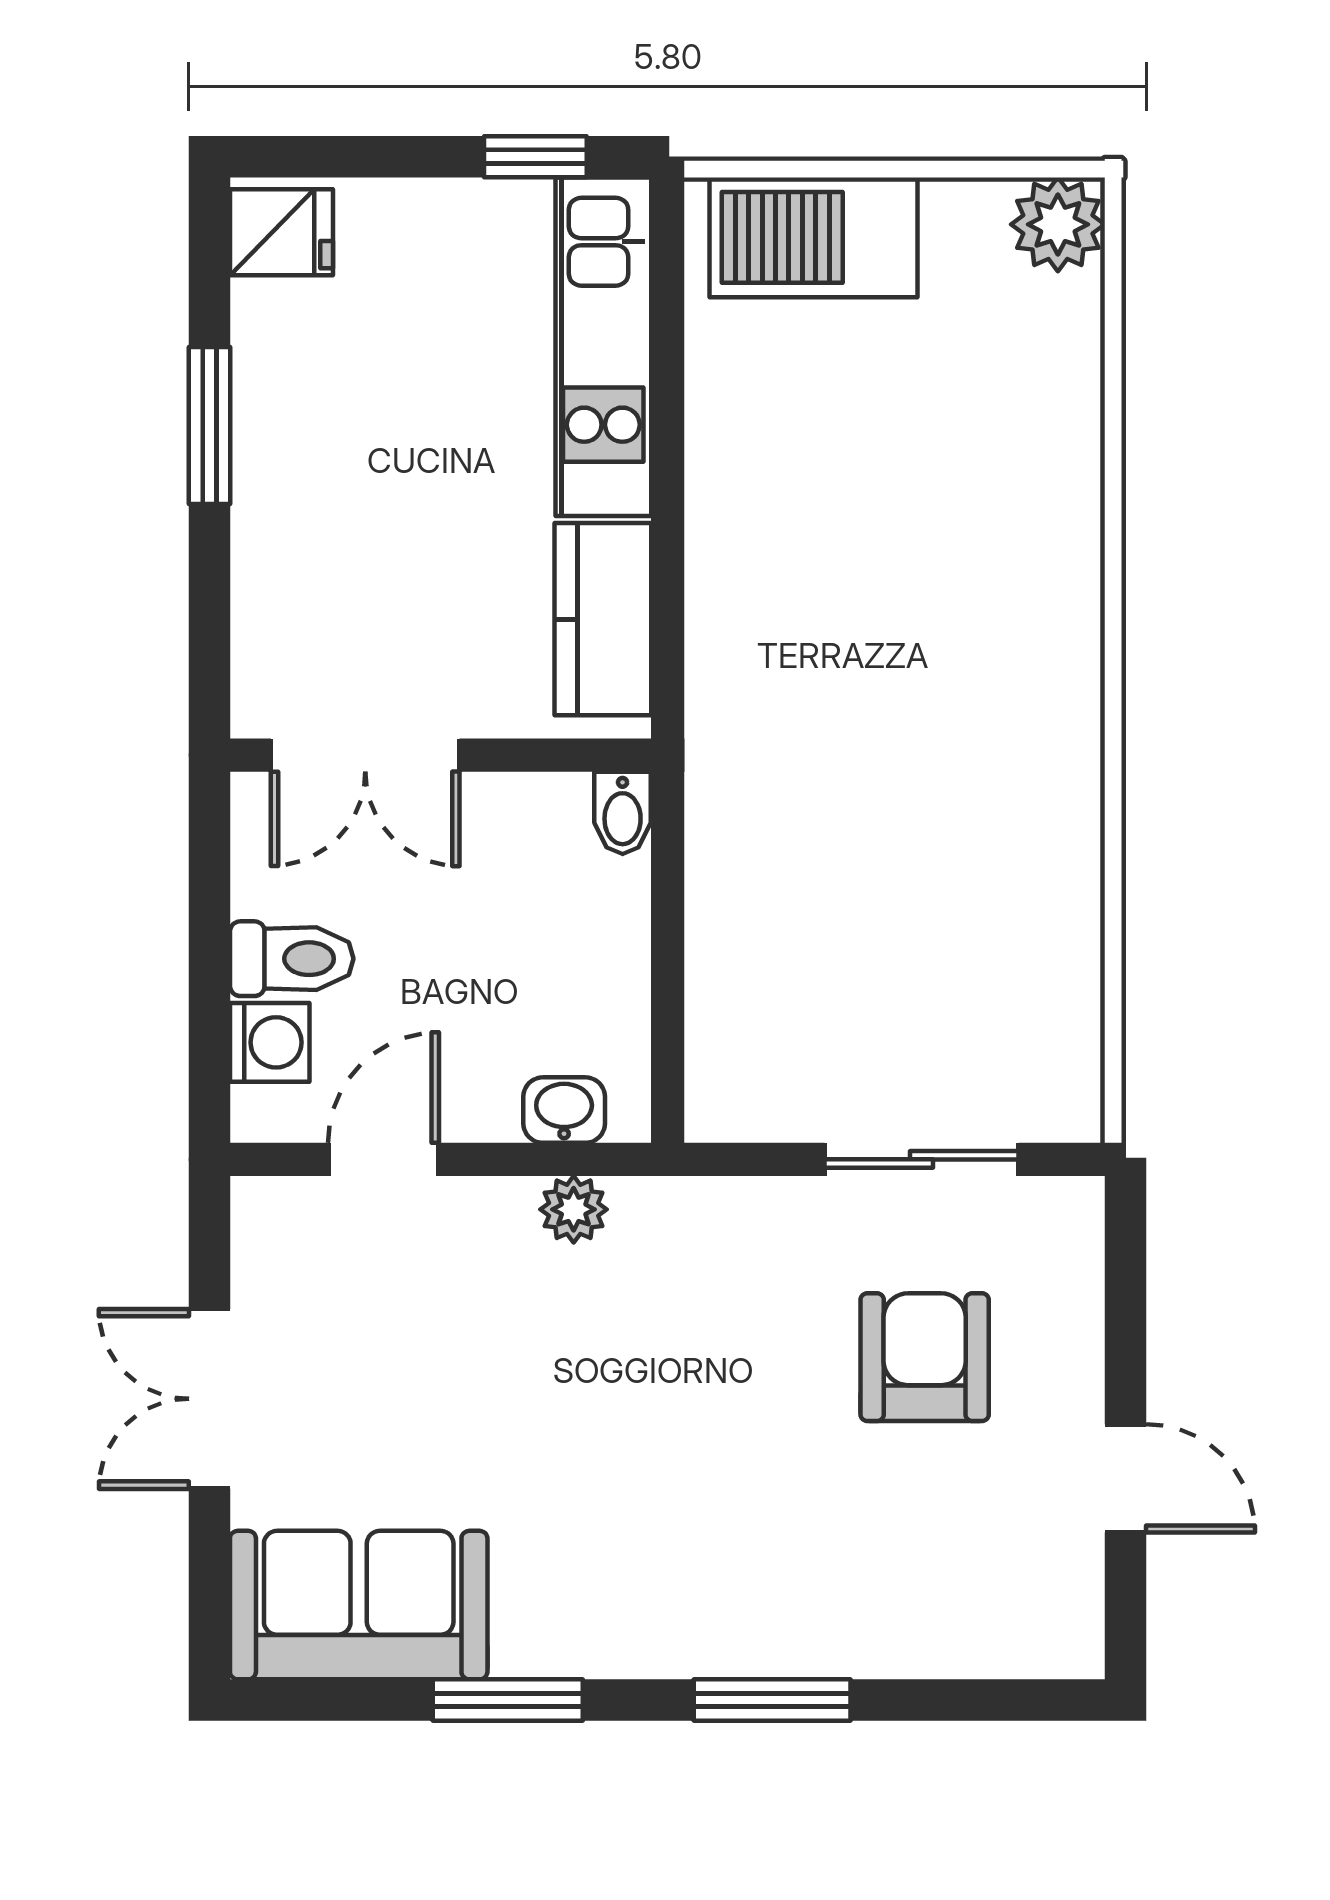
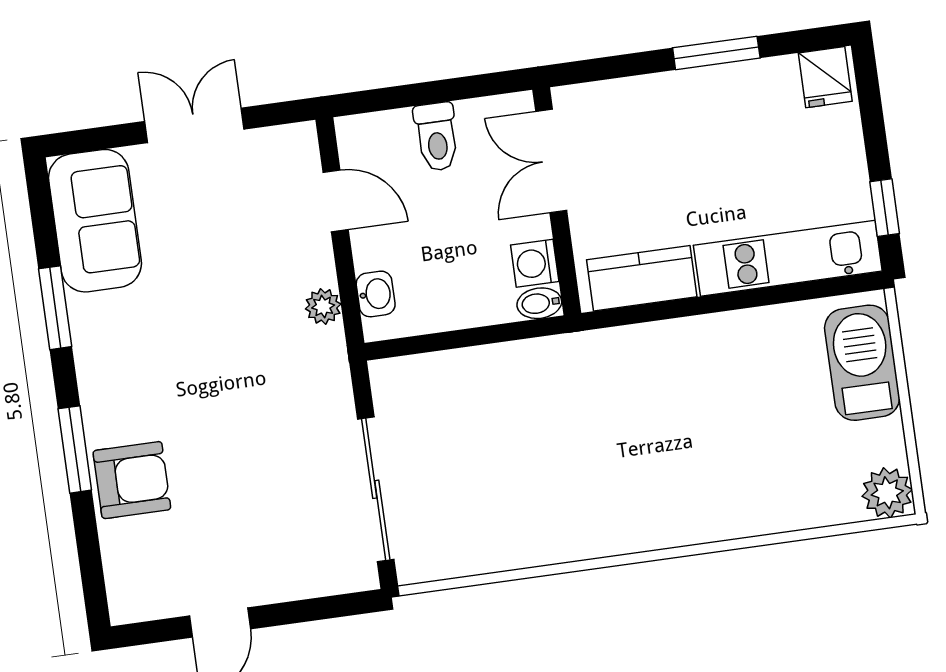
washing machine: (270, 1042) -> (535, 263), moved, turned 90
sliding door: (922, 1159) -> (376, 489), width x1.37
armchair: (925, 1357) -> (132, 480), moved

